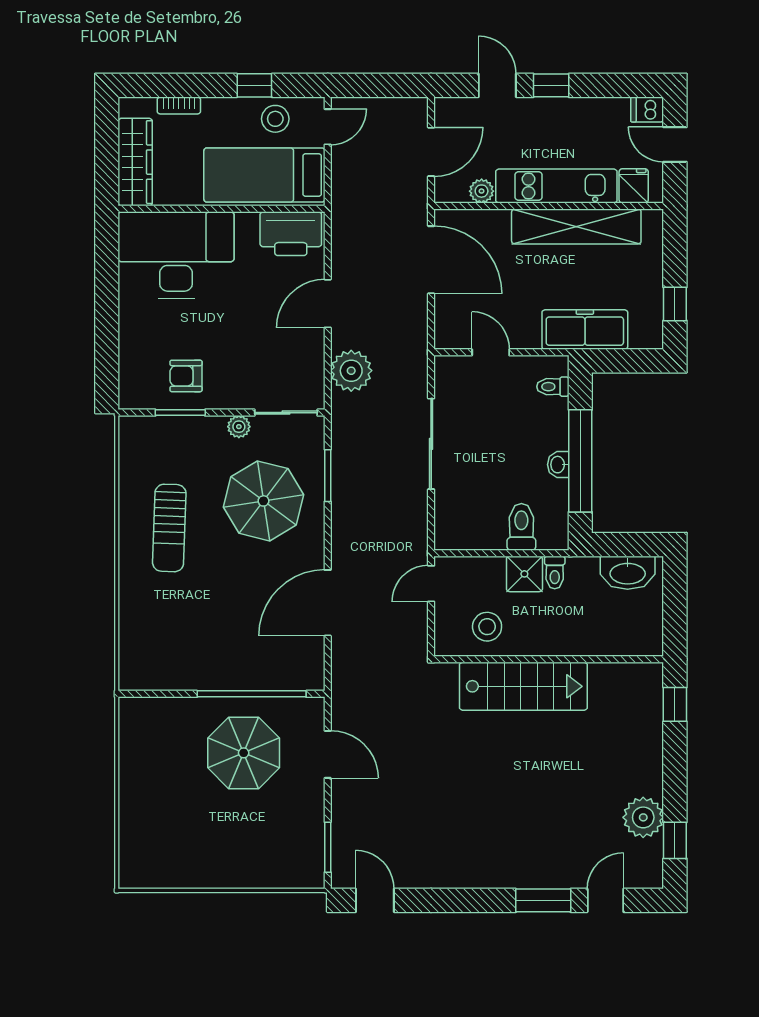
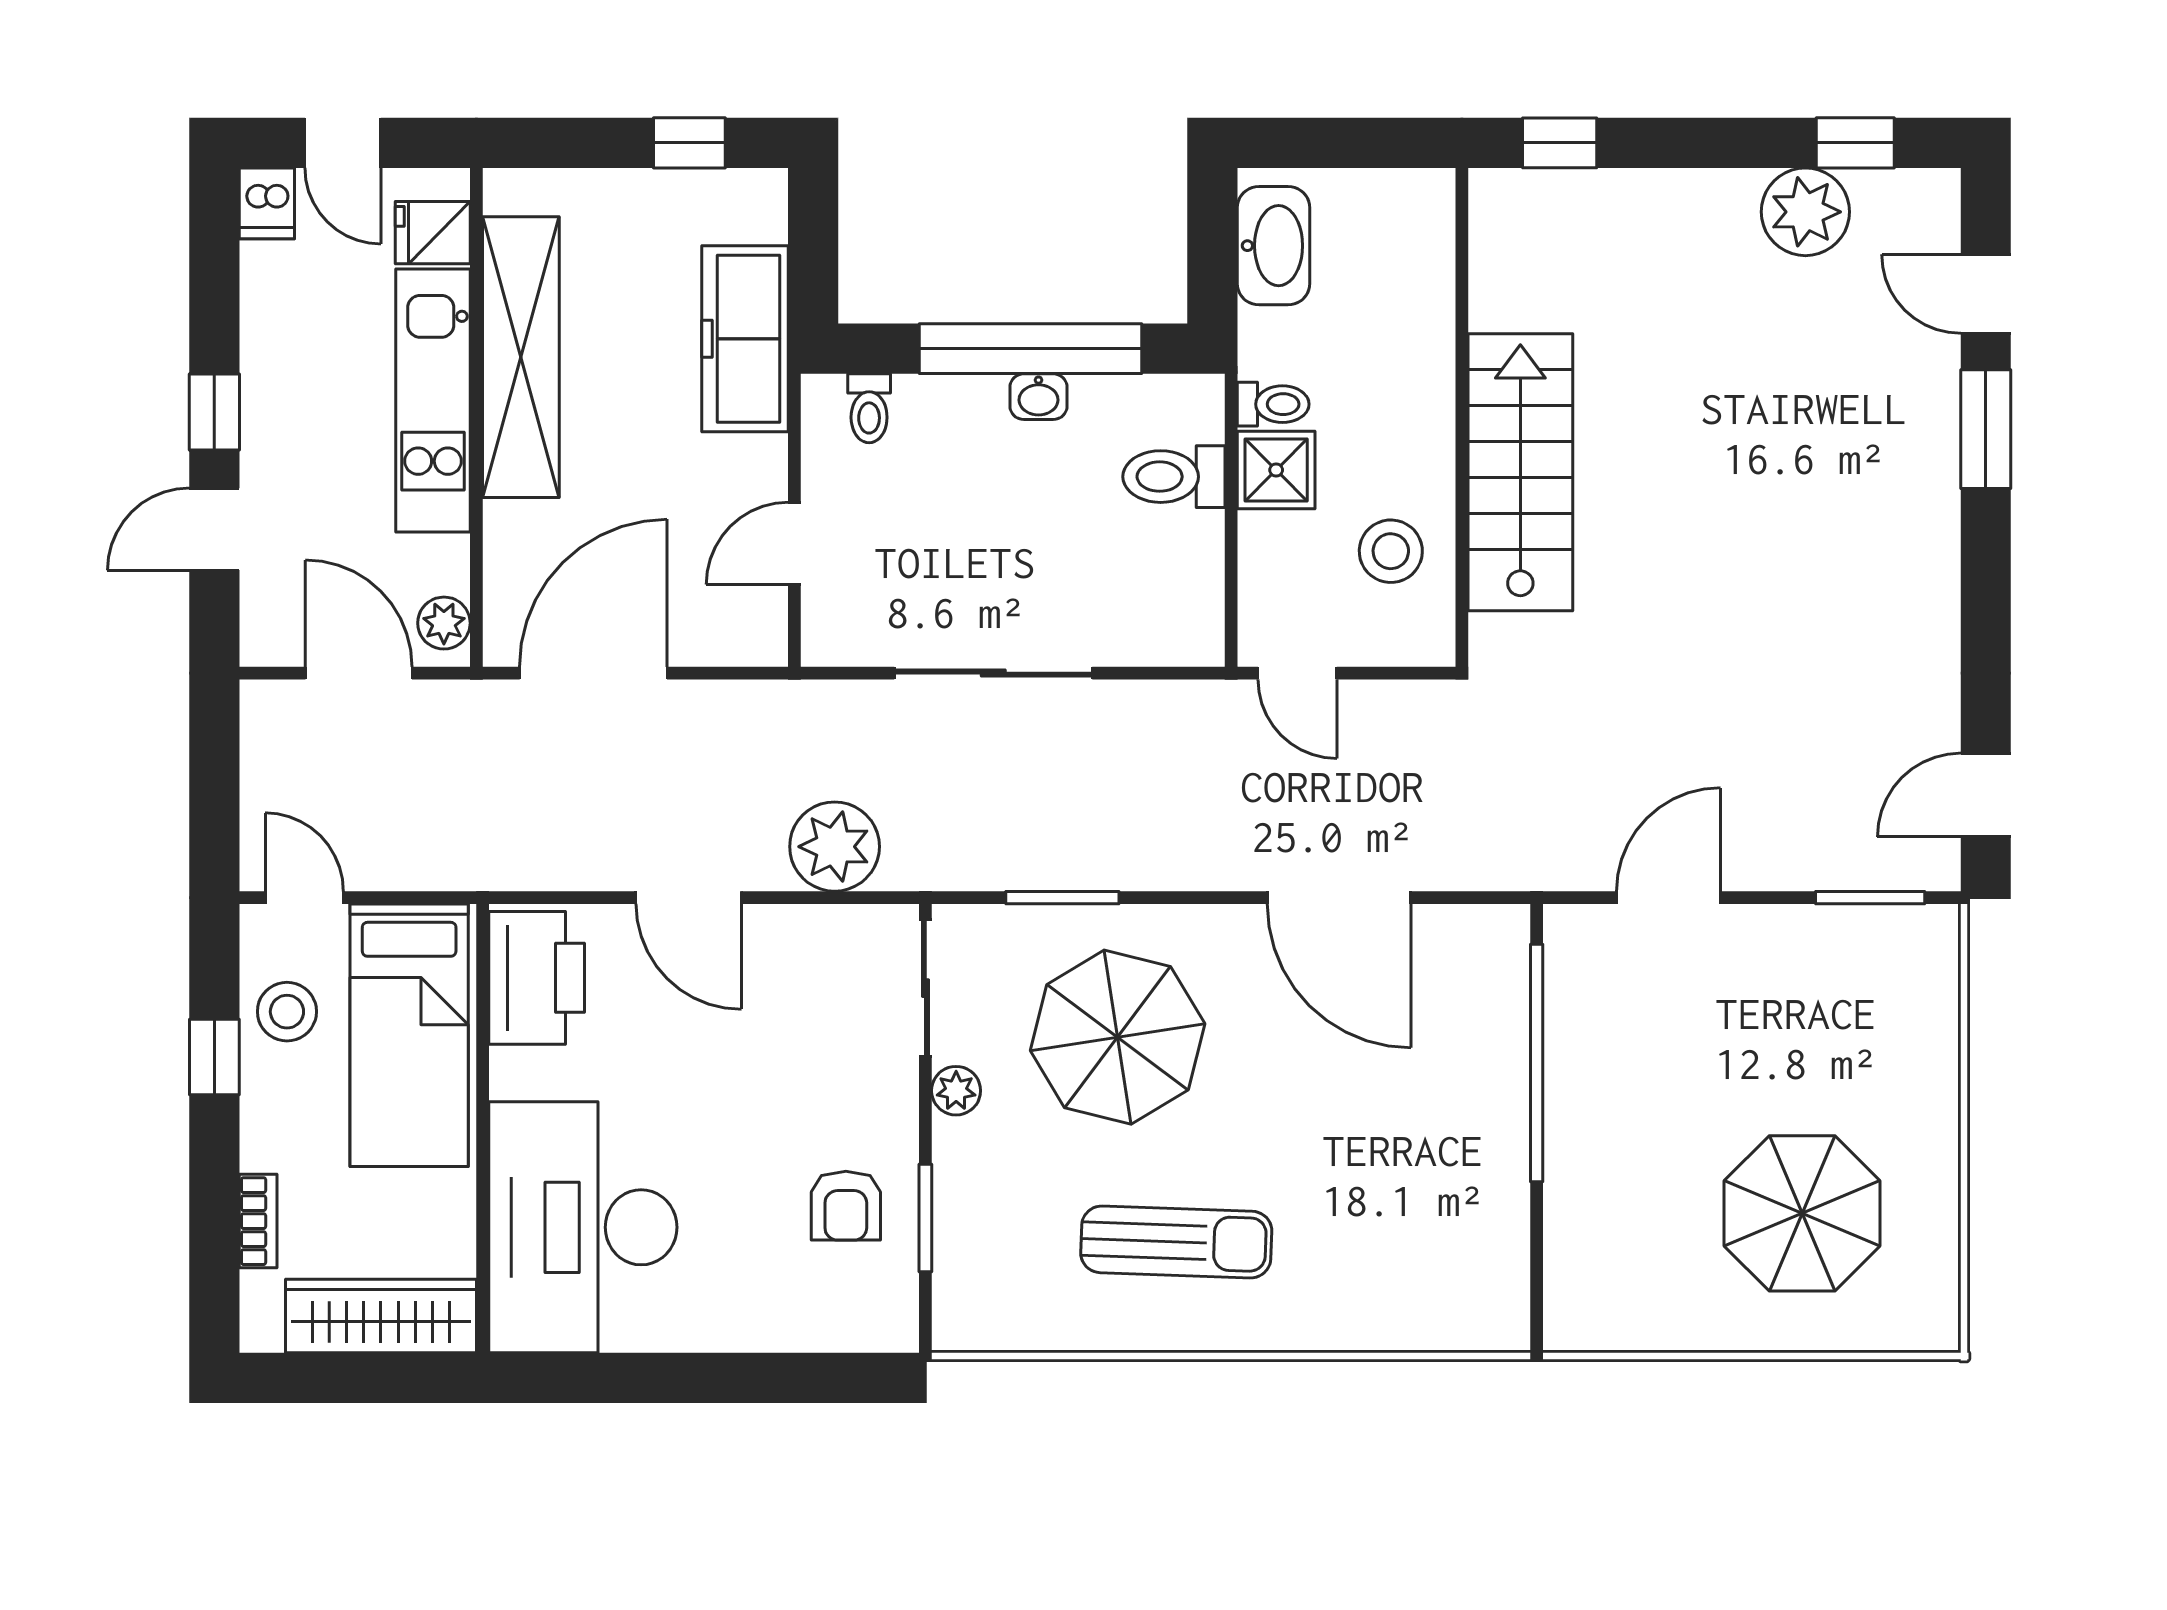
door: (675, 145) -> (343, 143), hinge flipped
plant: (482, 191) -> (444, 623), moved
parasol: (244, 753) -> (1802, 1213), moved

